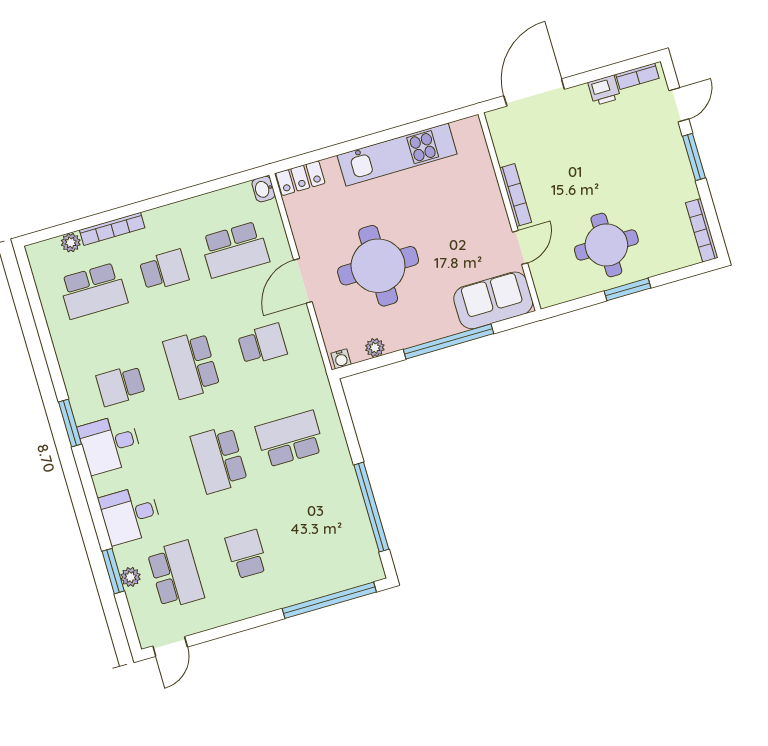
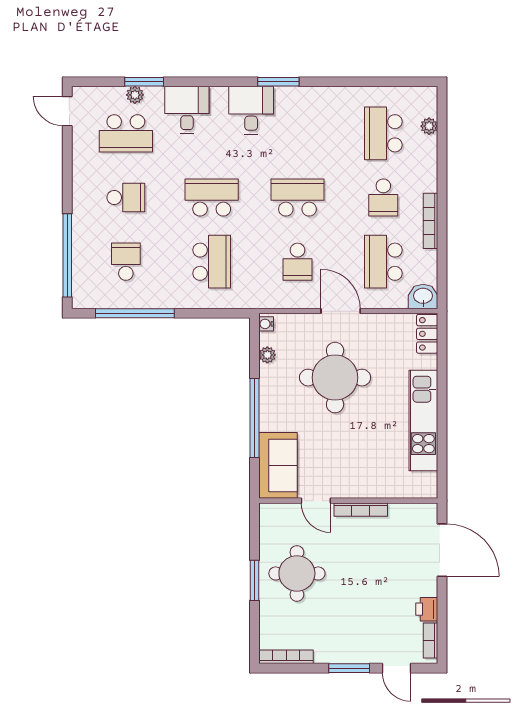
washbasin: (263, 189) -> (423, 297), width x1.38, depth x1.45
bookcase: (112, 229) -> (430, 221), moved
school desk: (121, 385) -> (126, 262), moved

